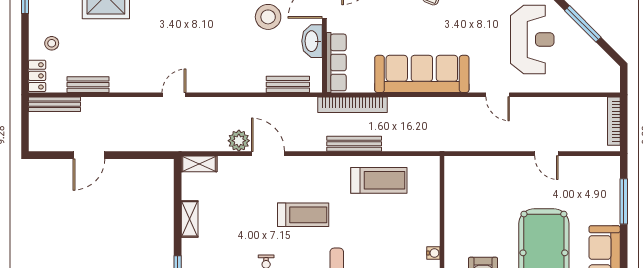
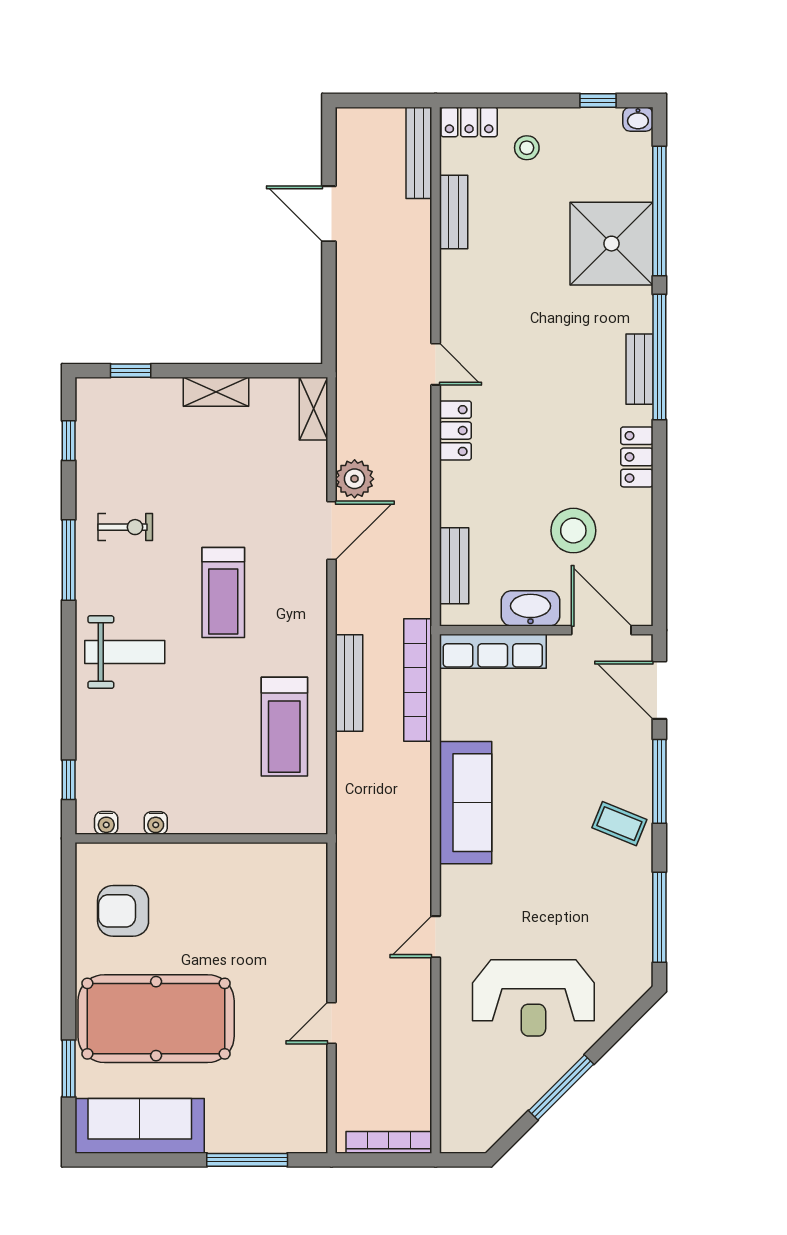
sofa: (422, 74) -> (466, 803), width x0.74, depth x0.79
locker: (211, 84) -> (455, 431), added

